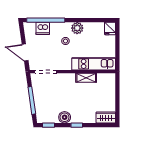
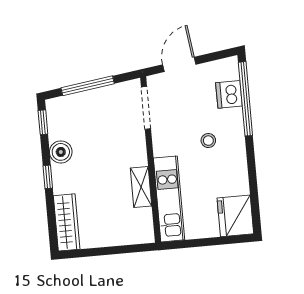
plant: (77, 28) -> (235, 161), removed
fridge: (110, 28) -> (235, 216), width x1.88, depth x1.34
wardrobe: (106, 117) -> (67, 222), width x1.50

